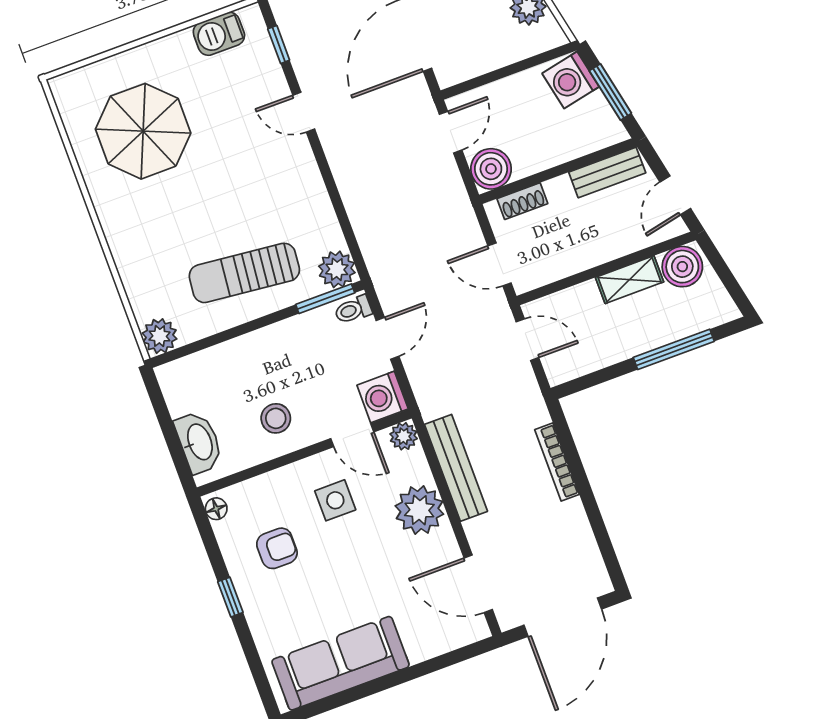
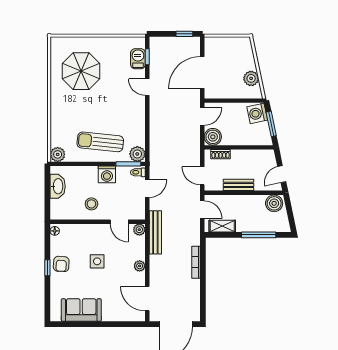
barbecue: (219, 34) -> (138, 59), moved, turned 90
bench: (607, 172) -> (239, 185), moved
shelving: (630, 280) -> (222, 226), moved
washing machine: (383, 397) -> (107, 174), moved, turned -90
washbasin: (199, 442) -> (58, 186), moved
bench: (456, 468) -> (155, 232), moved
side table: (335, 500) -> (97, 261), moved
plant: (419, 510) -> (140, 266), width x0.53, depth x0.53
armchair: (277, 548) -> (61, 264), moved, turned 93
sofa: (340, 663) -> (81, 310), width x0.73

